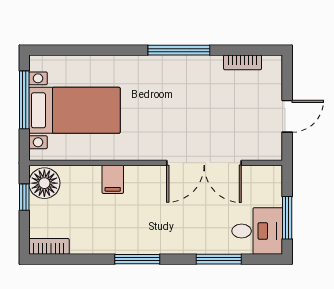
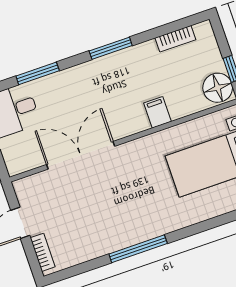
bookcase: (243, 62) -> (43, 252), moved, turned 90
bookcase: (49, 246) -> (175, 39), moved

